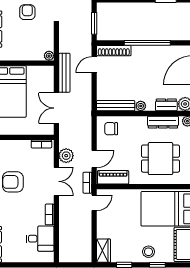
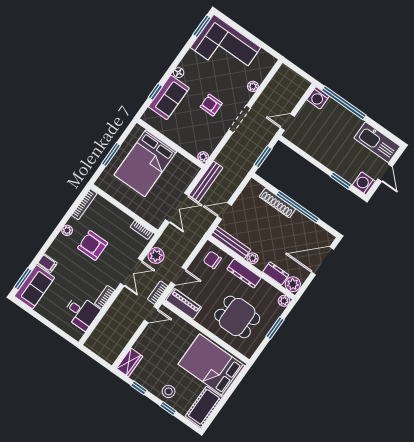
armchair: (27, 12) -> (211, 105), turned -90
shoe rack: (114, 51) -> (277, 203), moved
door: (94, 65) -> (224, 211), moved
double door: (56, 108) -> (177, 208), swing flipped
dresser: (163, 122) -> (244, 273), moved

